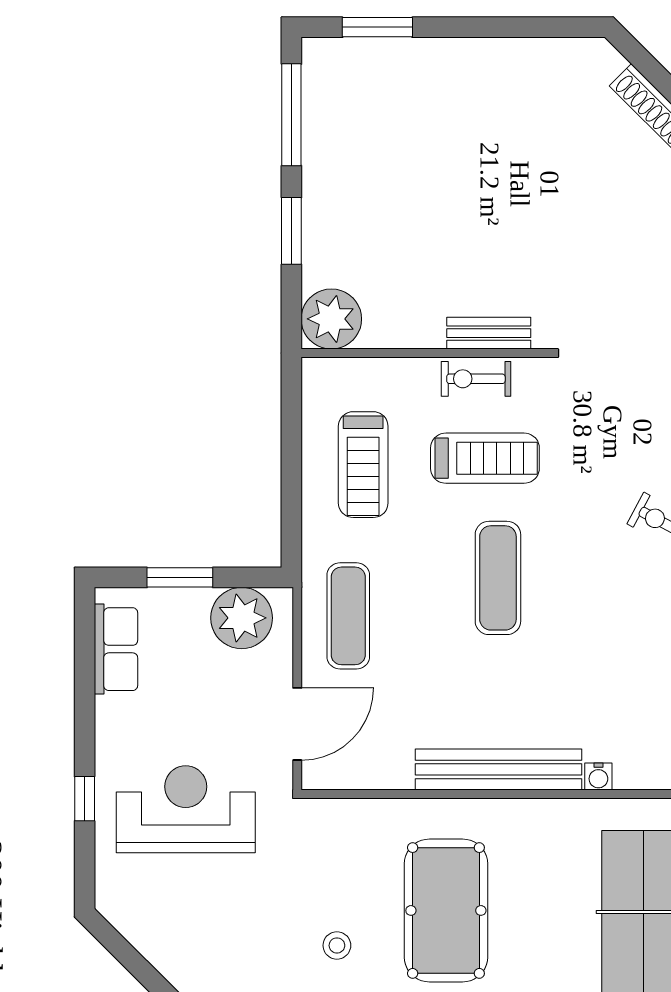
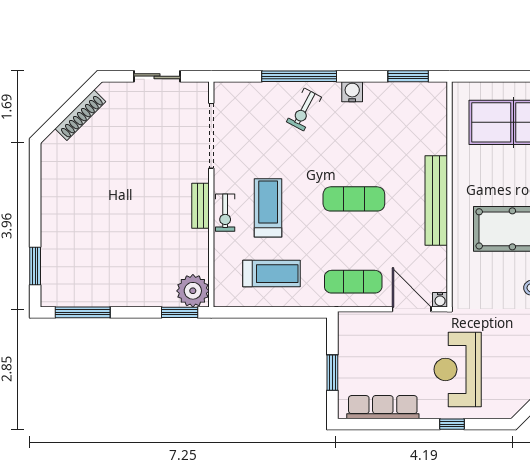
window: (291, 231) -> (180, 312), moved
exercise mat: (498, 578) -> (354, 199), moved
plant: (242, 618) -> (354, 339), removed
row of seats: (116, 649) -> (383, 407), width x1.48
water cooler: (598, 777) -> (440, 300), moved, turned 90

